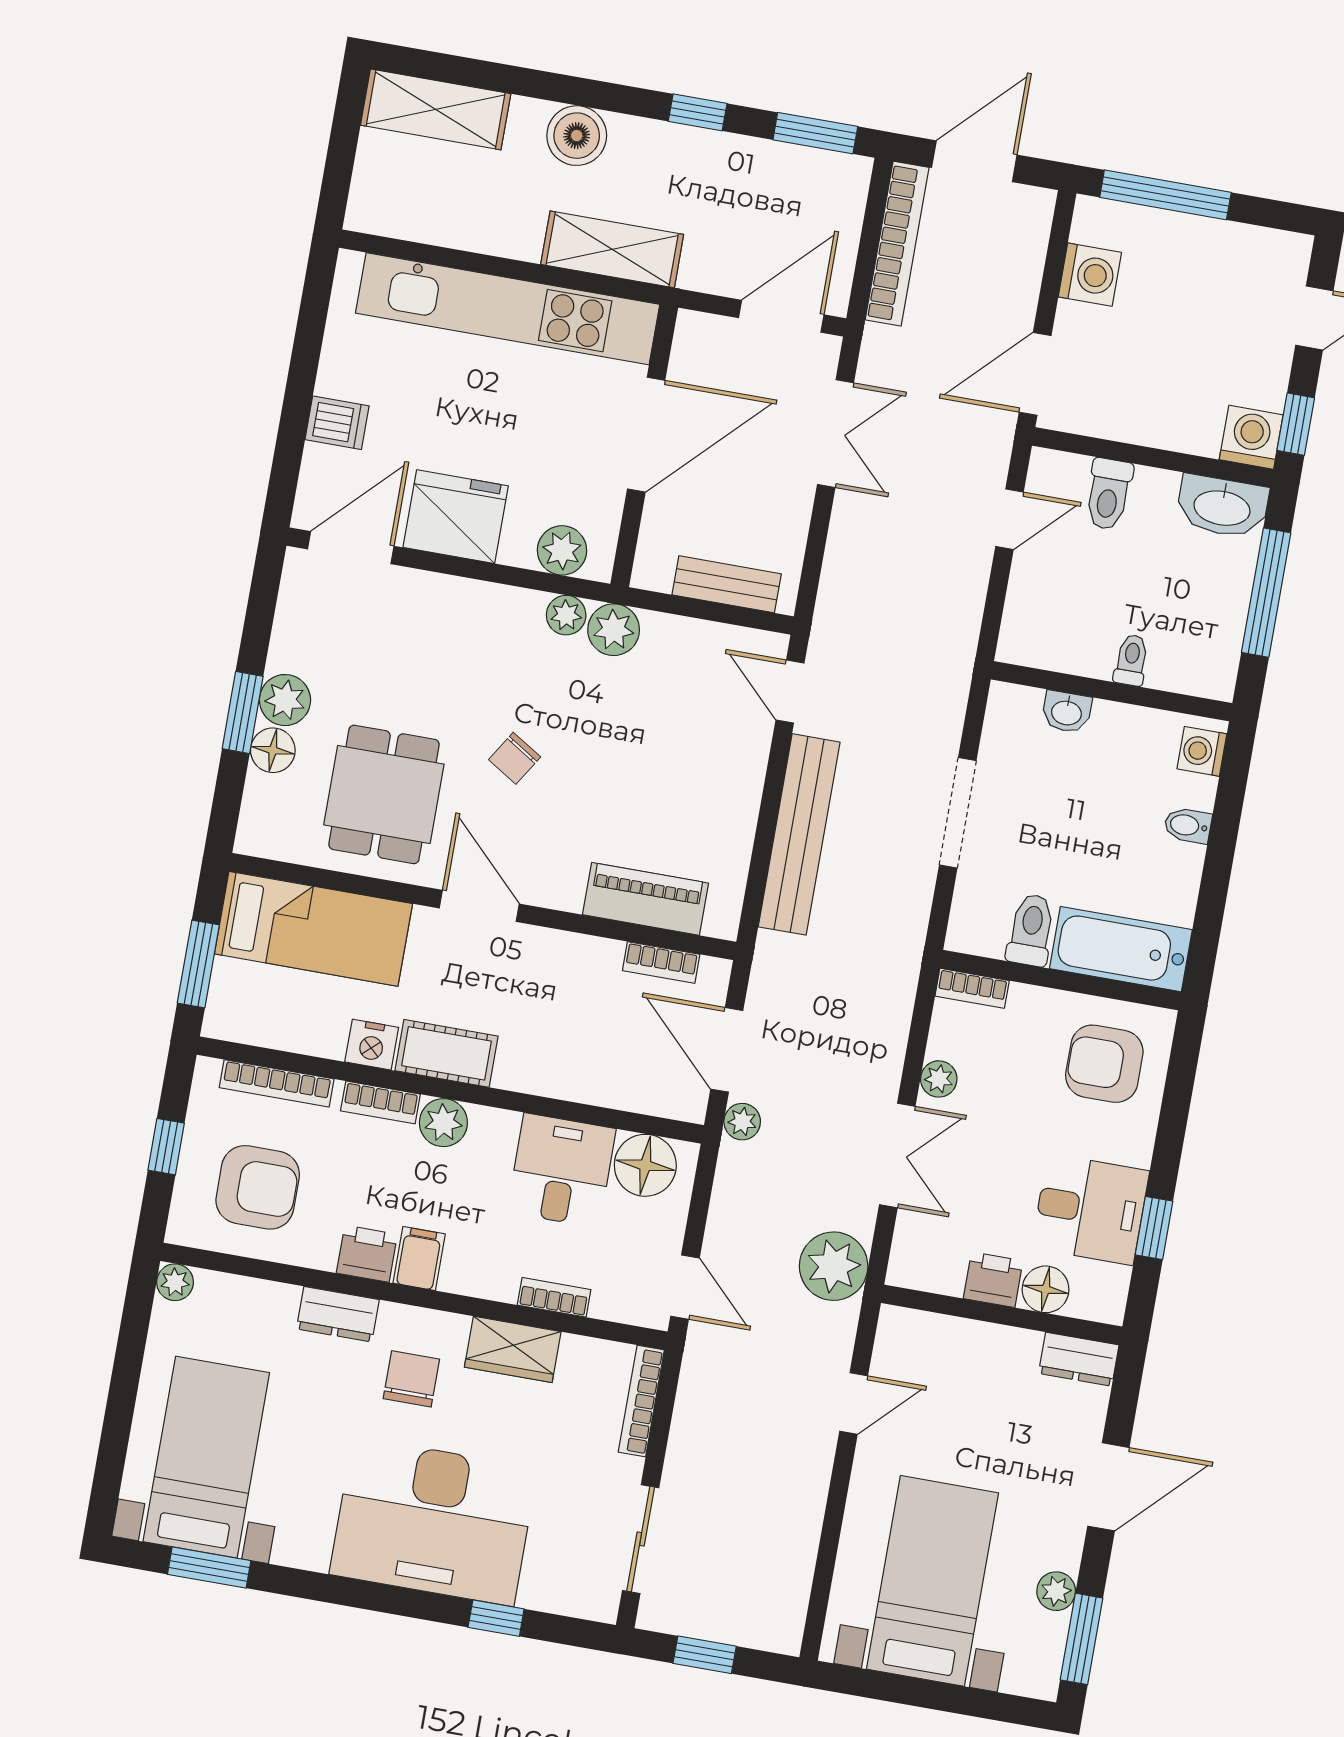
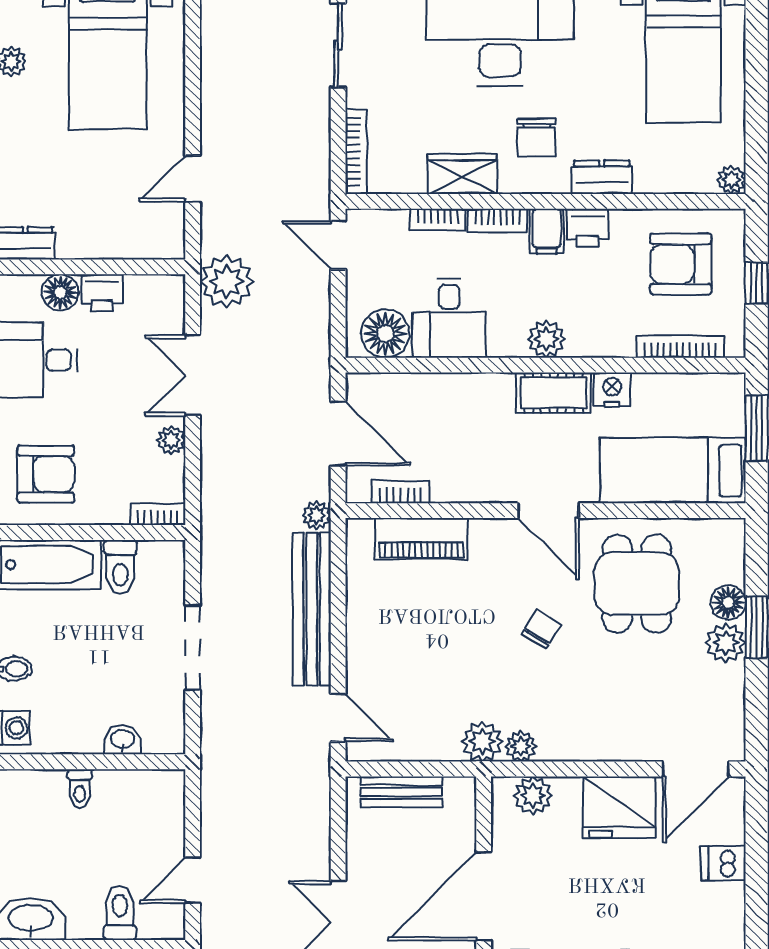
bookcase: (380, 1102) -> (497, 220), moved, turned 180
plant: (742, 1122) -> (317, 515), moved

